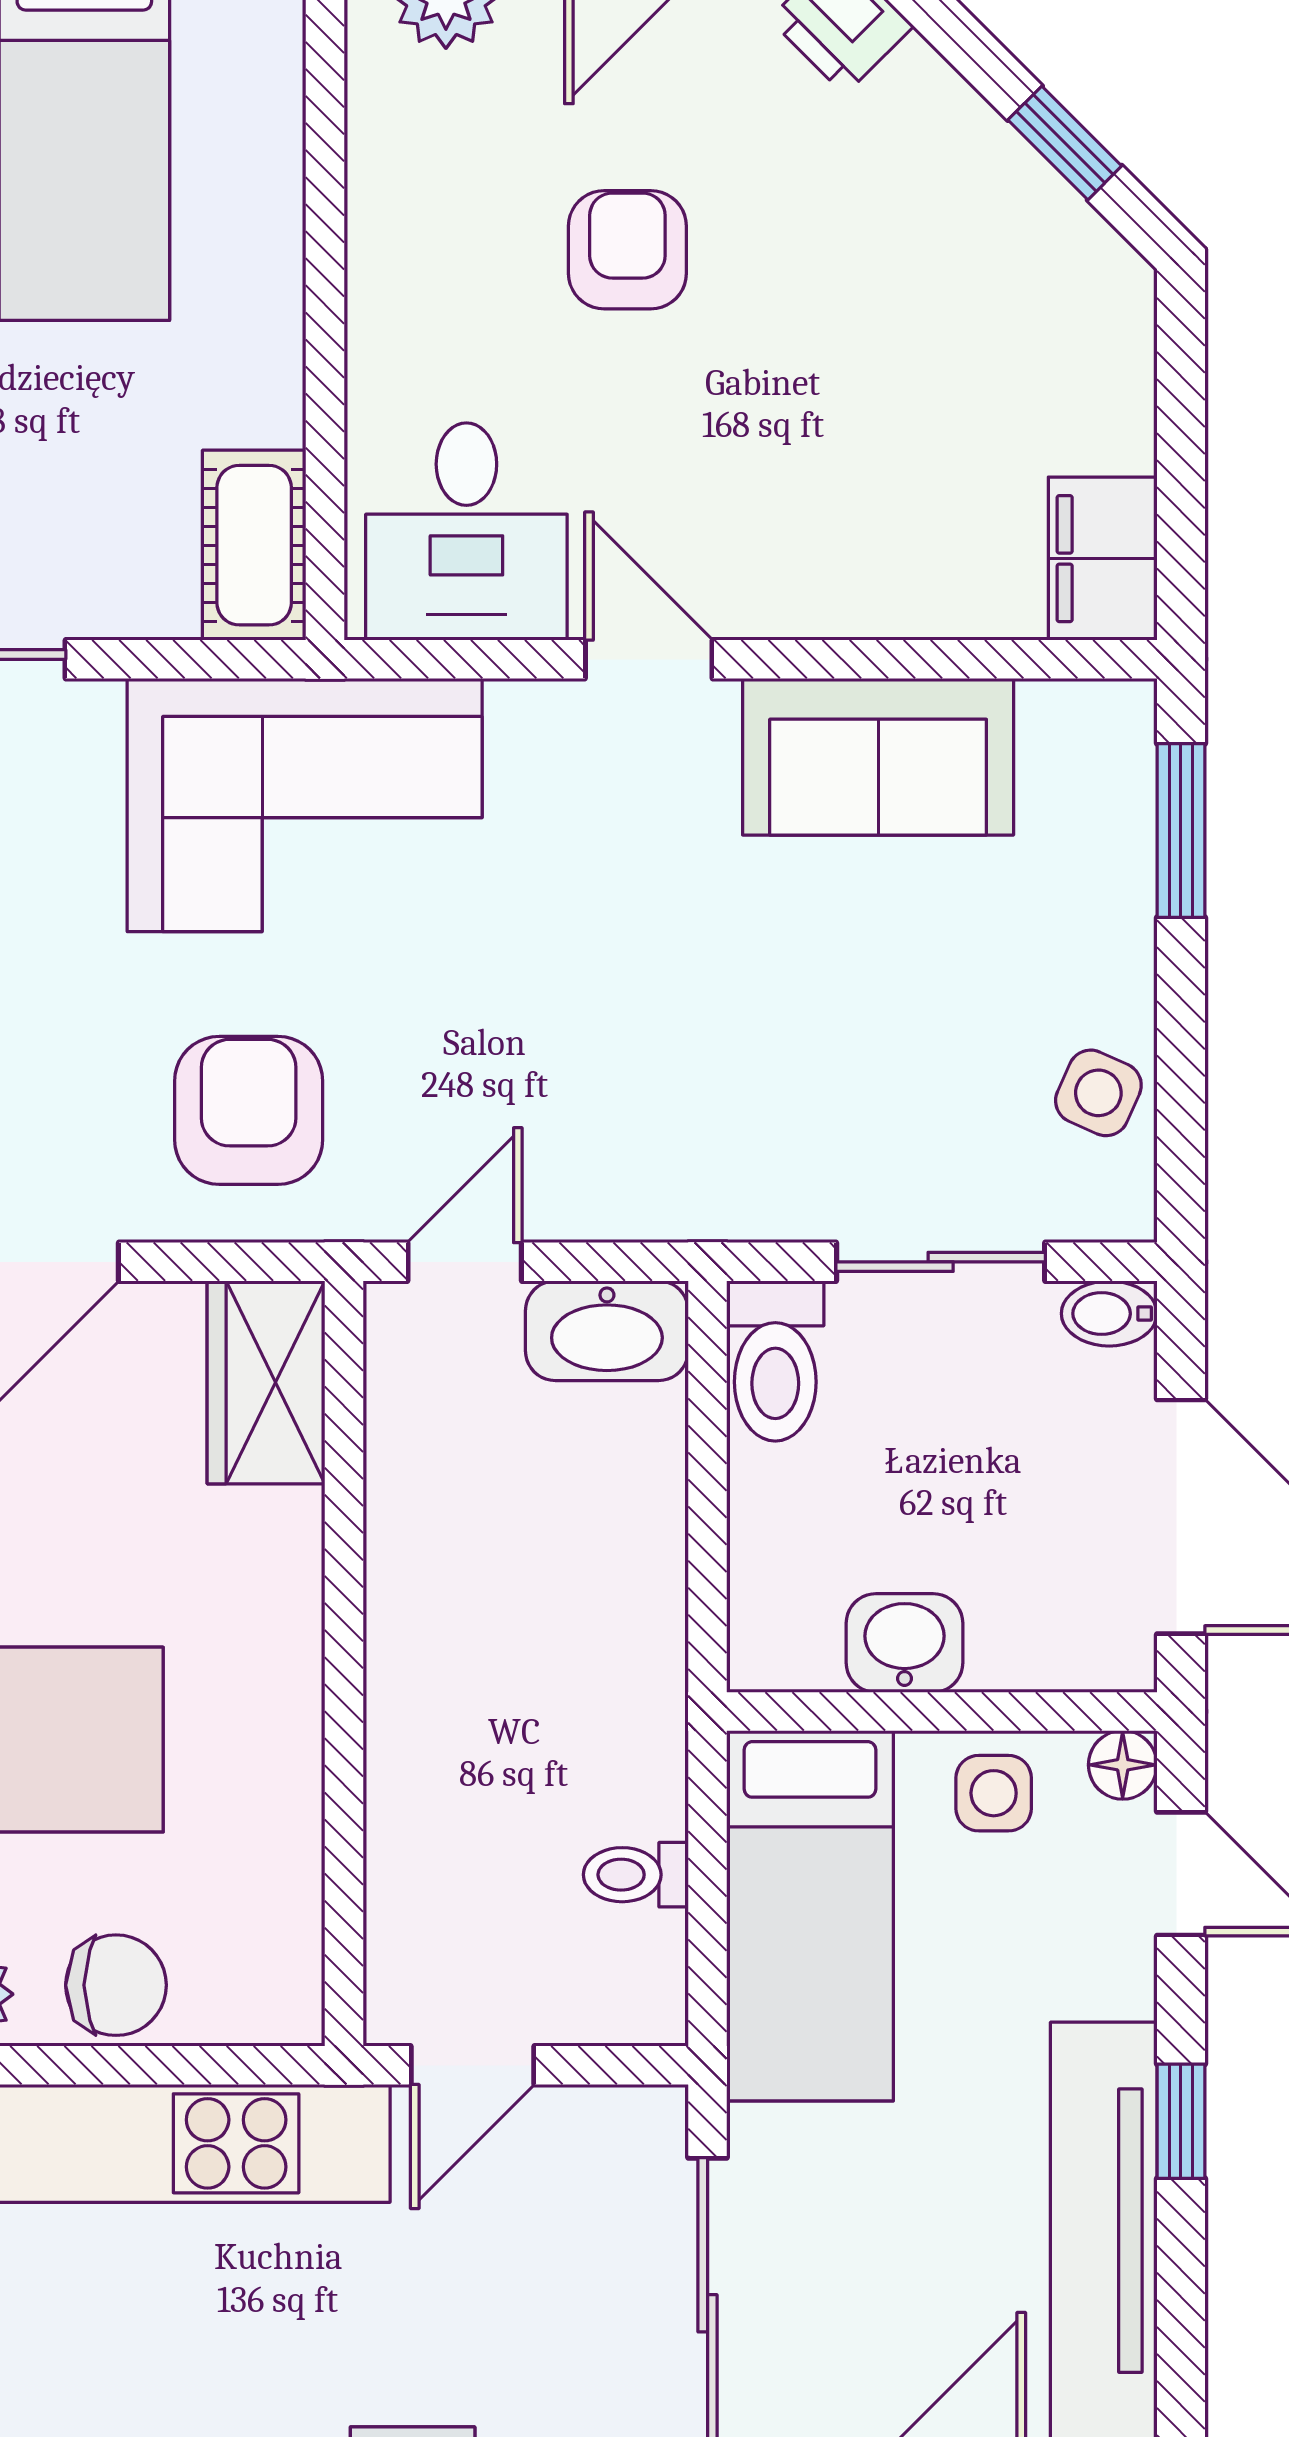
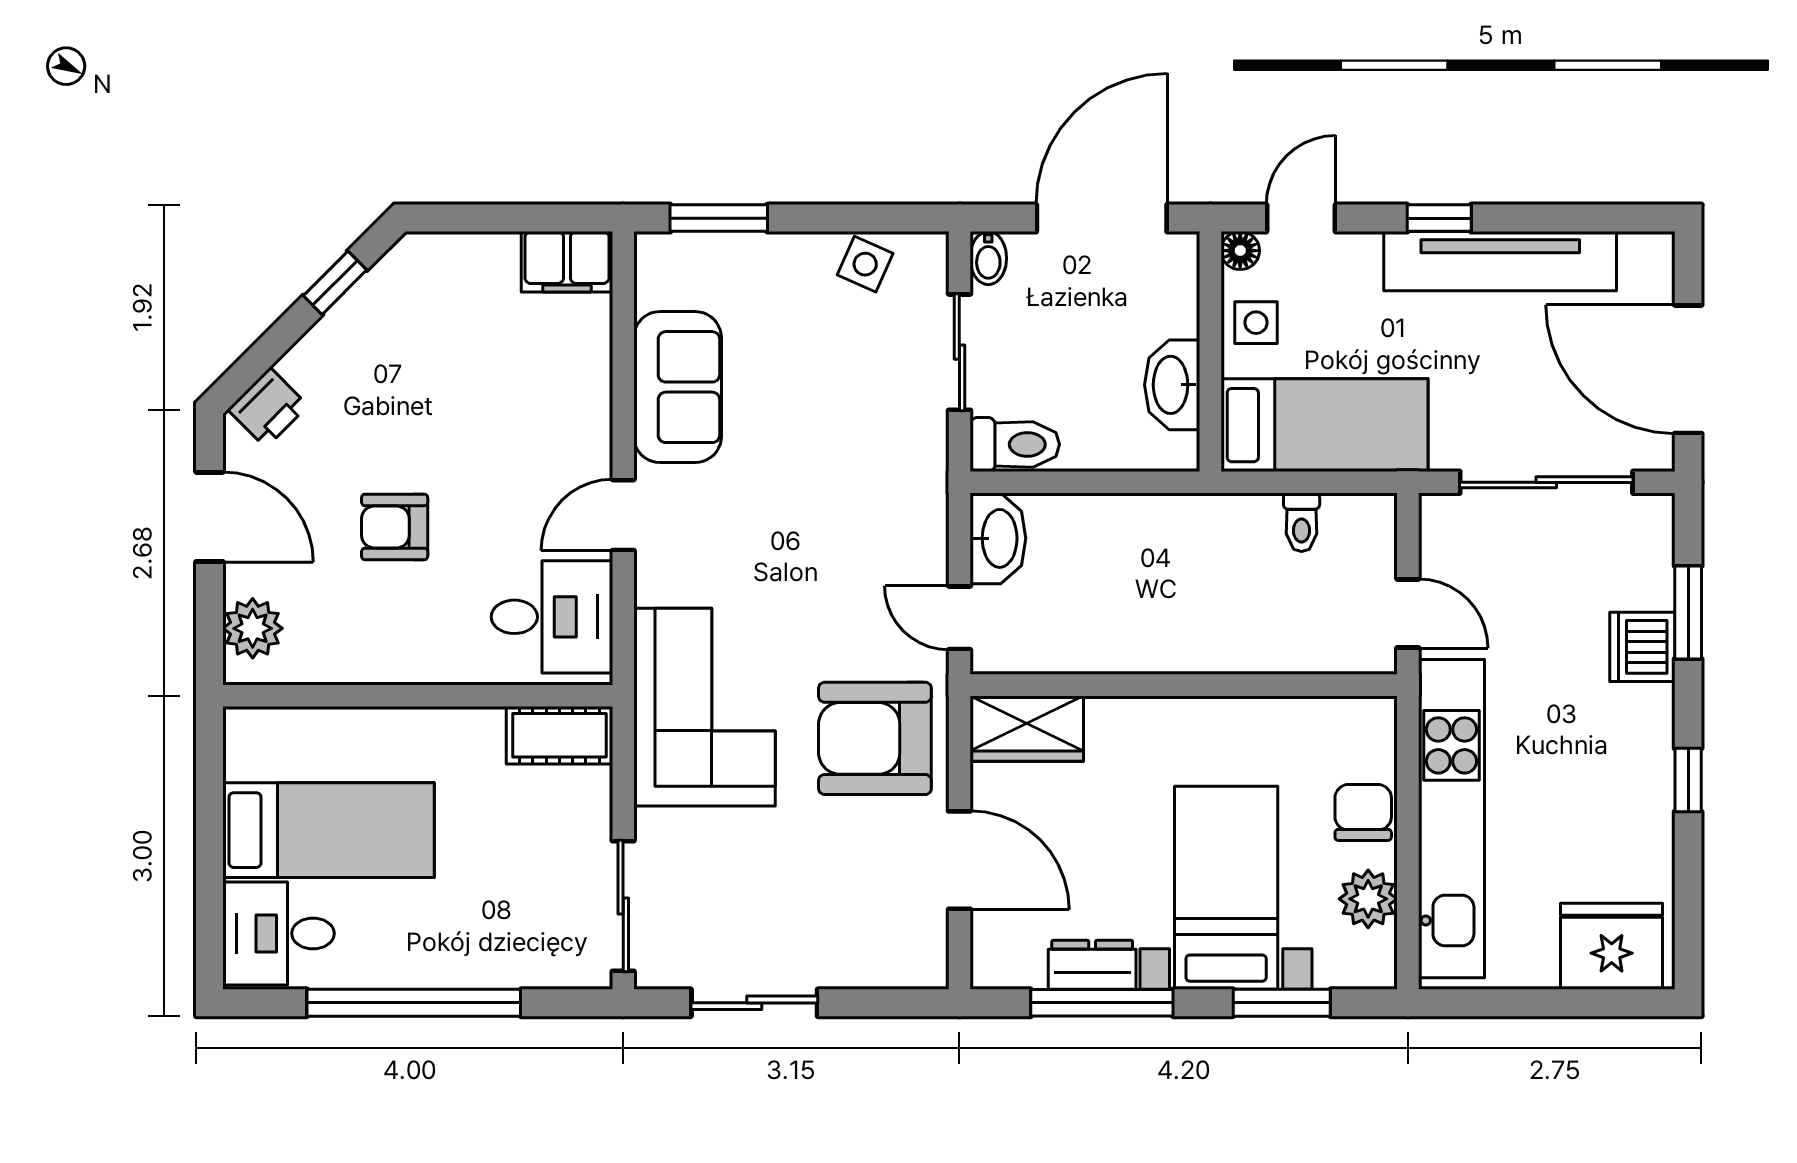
armchair: (249, 1110) -> (875, 738), width x1.36, depth x1.36
washbasin: (904, 1643) -> (1172, 385), width x1.38

